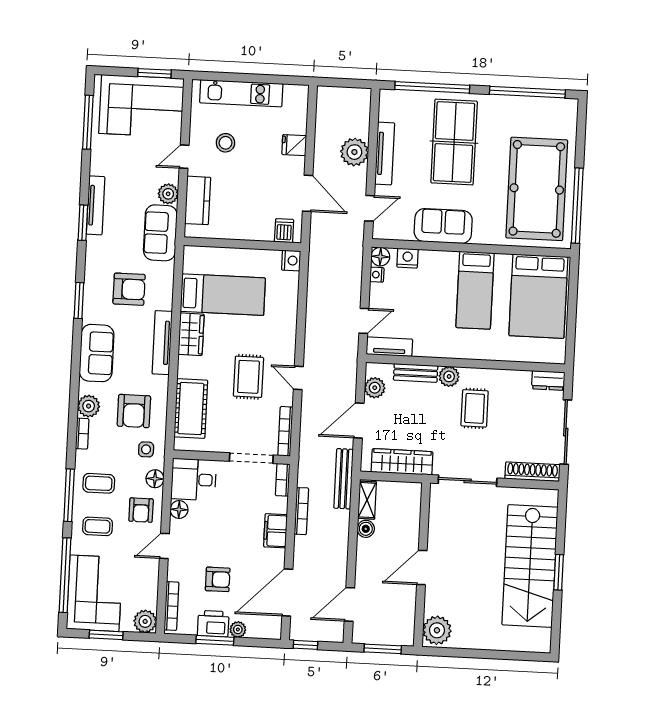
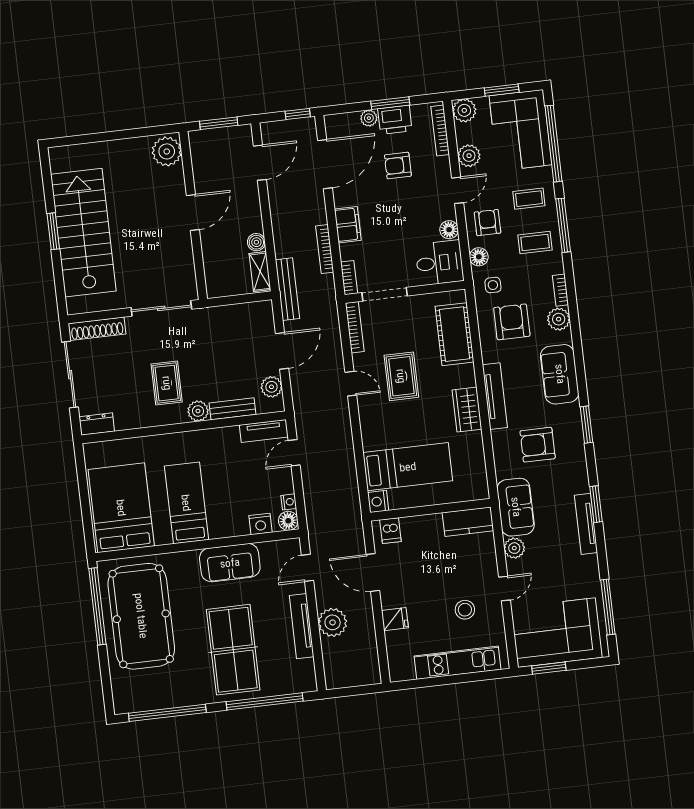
kitchen counter: (198, 200) -> (468, 522), moved, turned -90
bed: (223, 295) -> (408, 467), moved, turned 180
wardrobe: (402, 462) -> (231, 316), removed
plant: (148, 577) -> (469, 156), added

